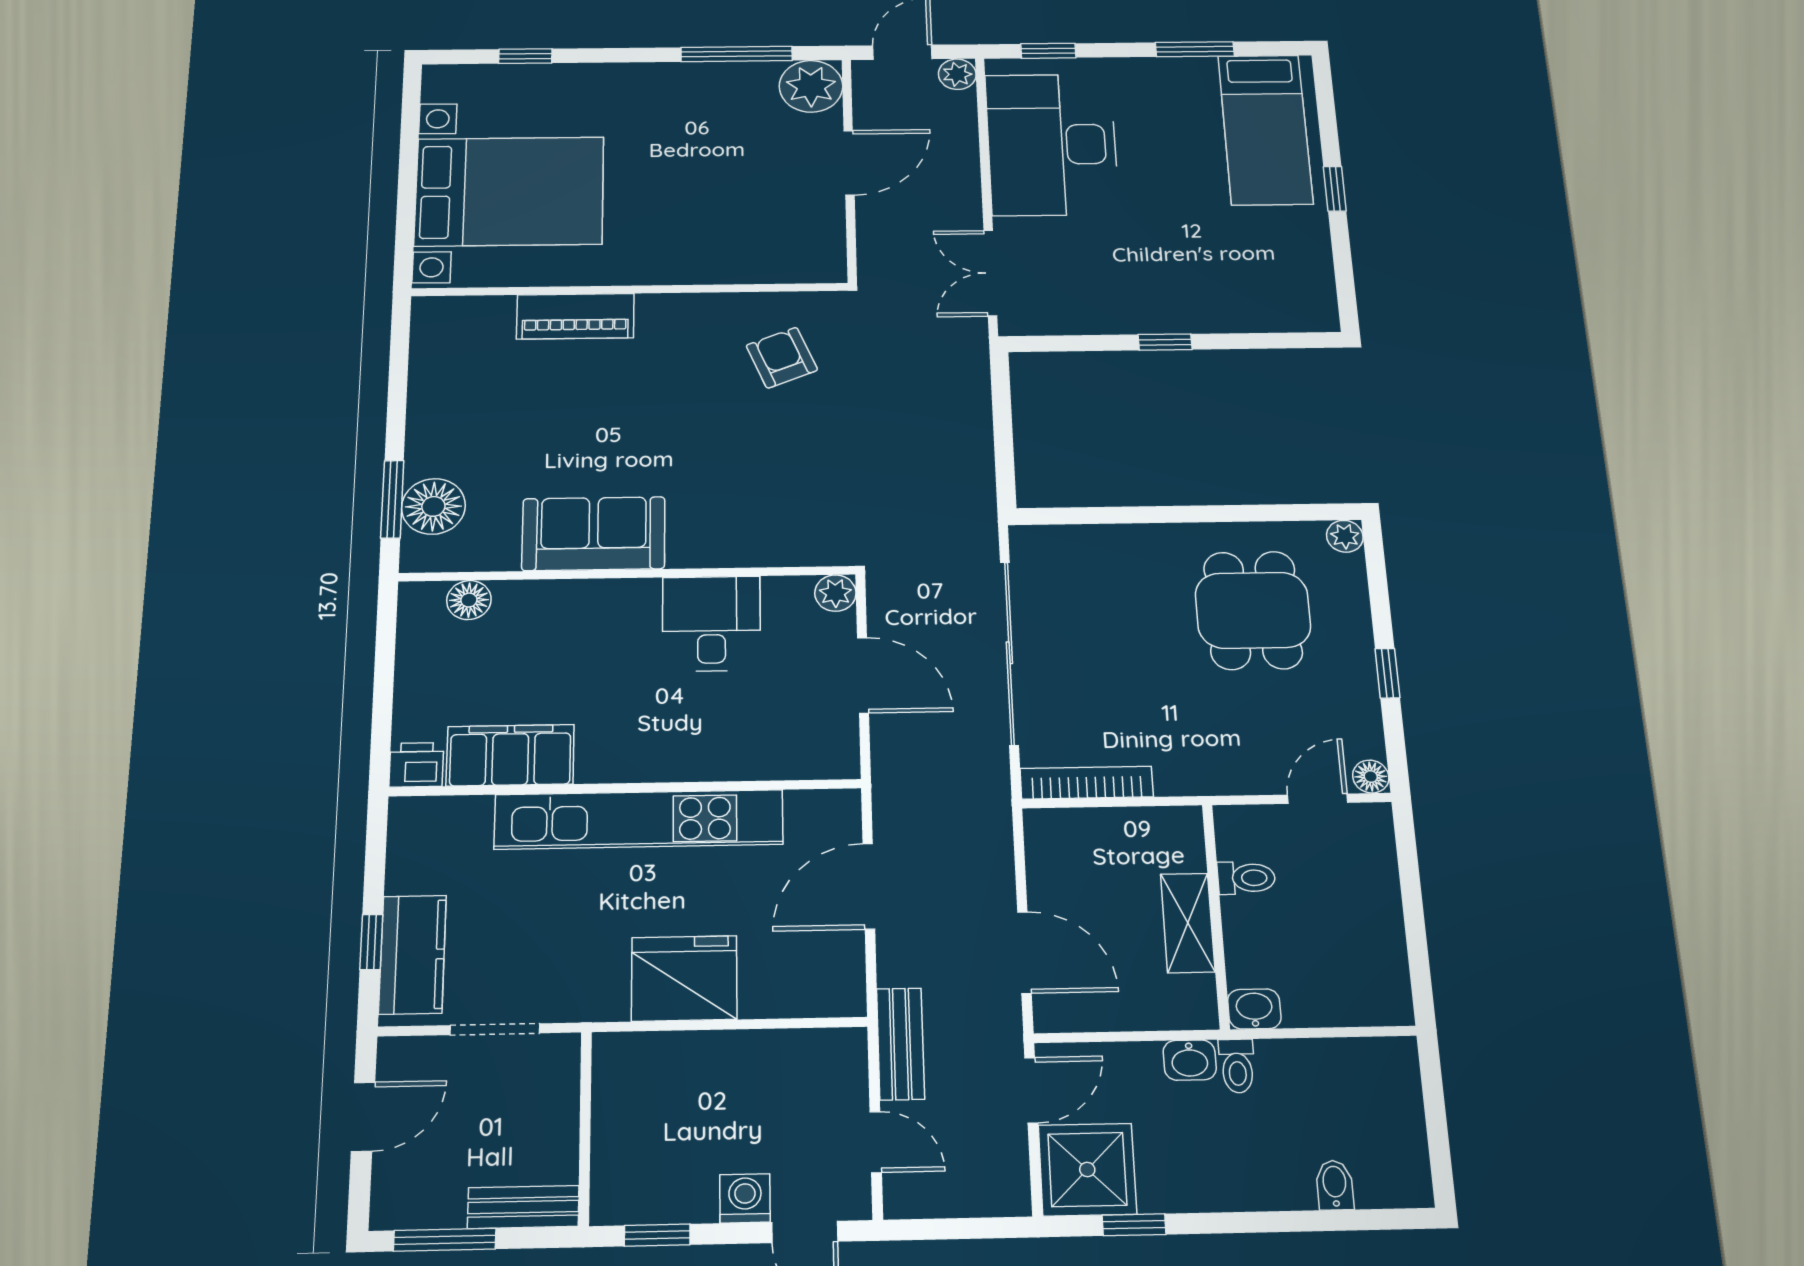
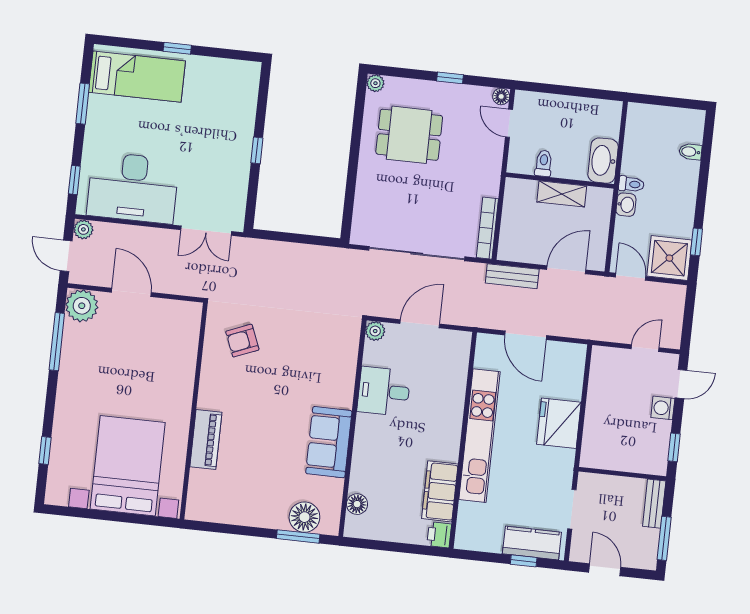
washbasin: (1254, 1009) -> (603, 161), width x1.91, depth x1.45
bench: (900, 1044) -> (512, 276), moved

